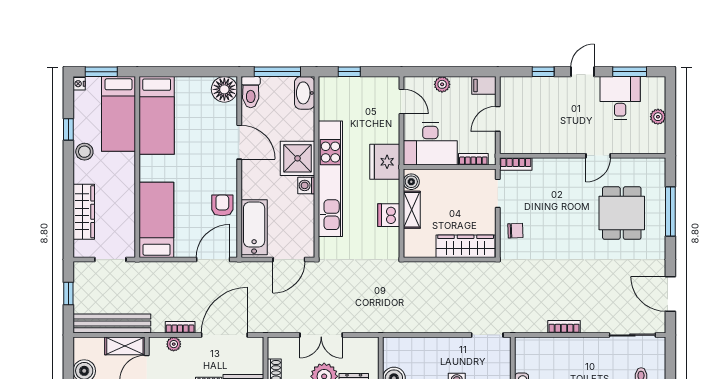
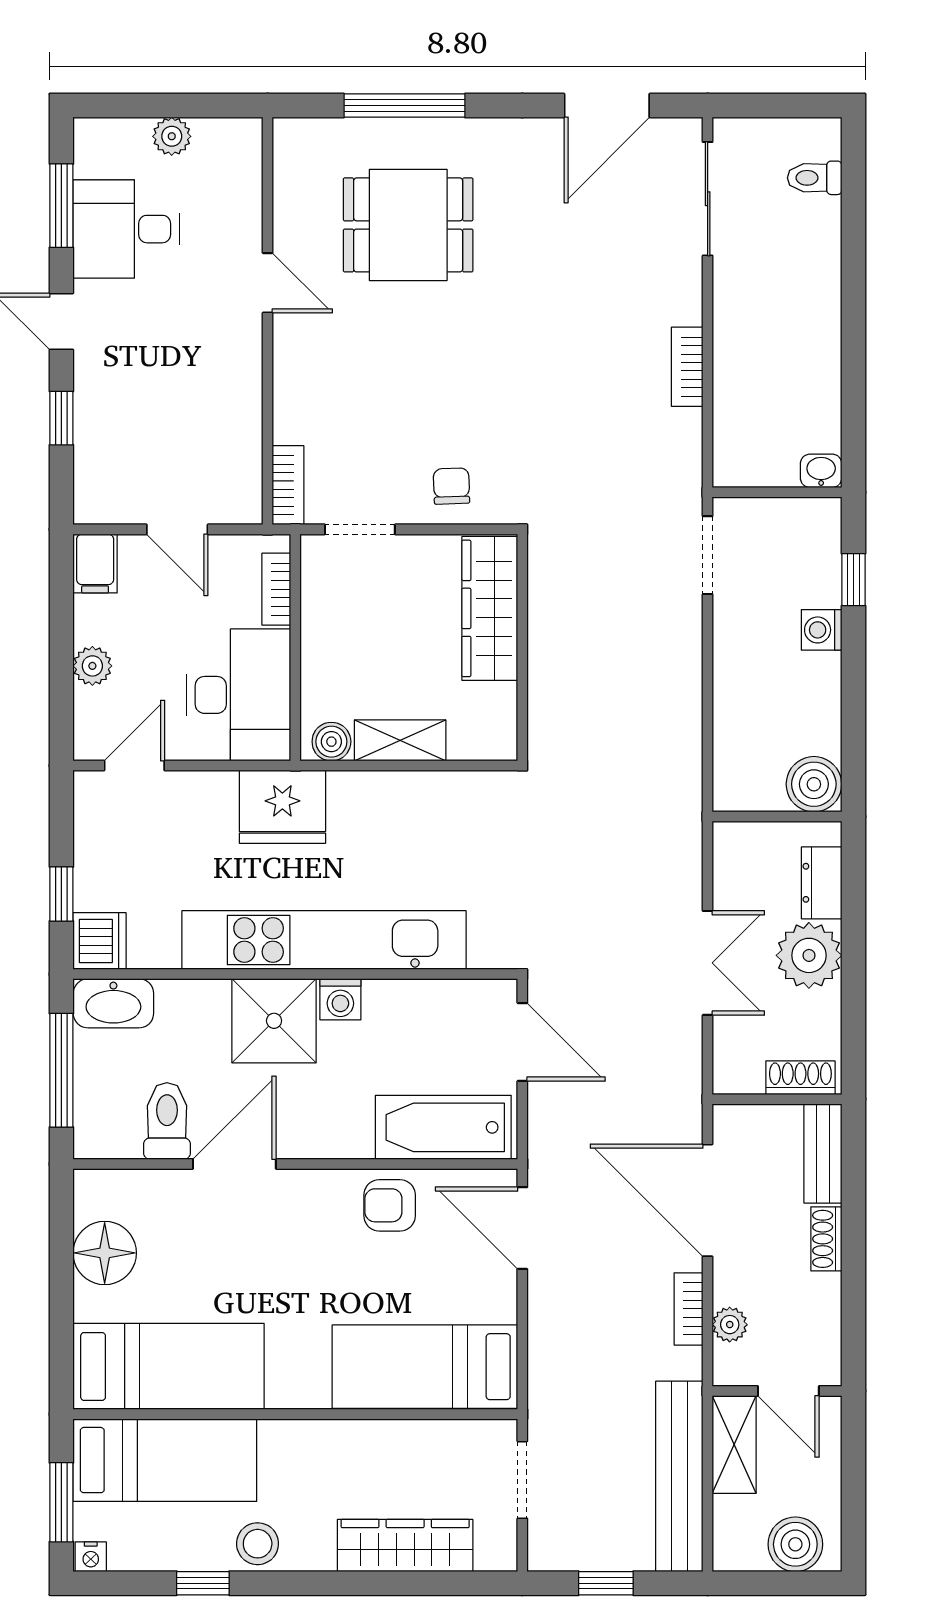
floor lamp: (224, 89) -> (105, 1253), moved
toilet: (251, 92) -> (167, 1121), moved, turned -90
dishwasher: (389, 215) -> (100, 941), moved, turned -90

